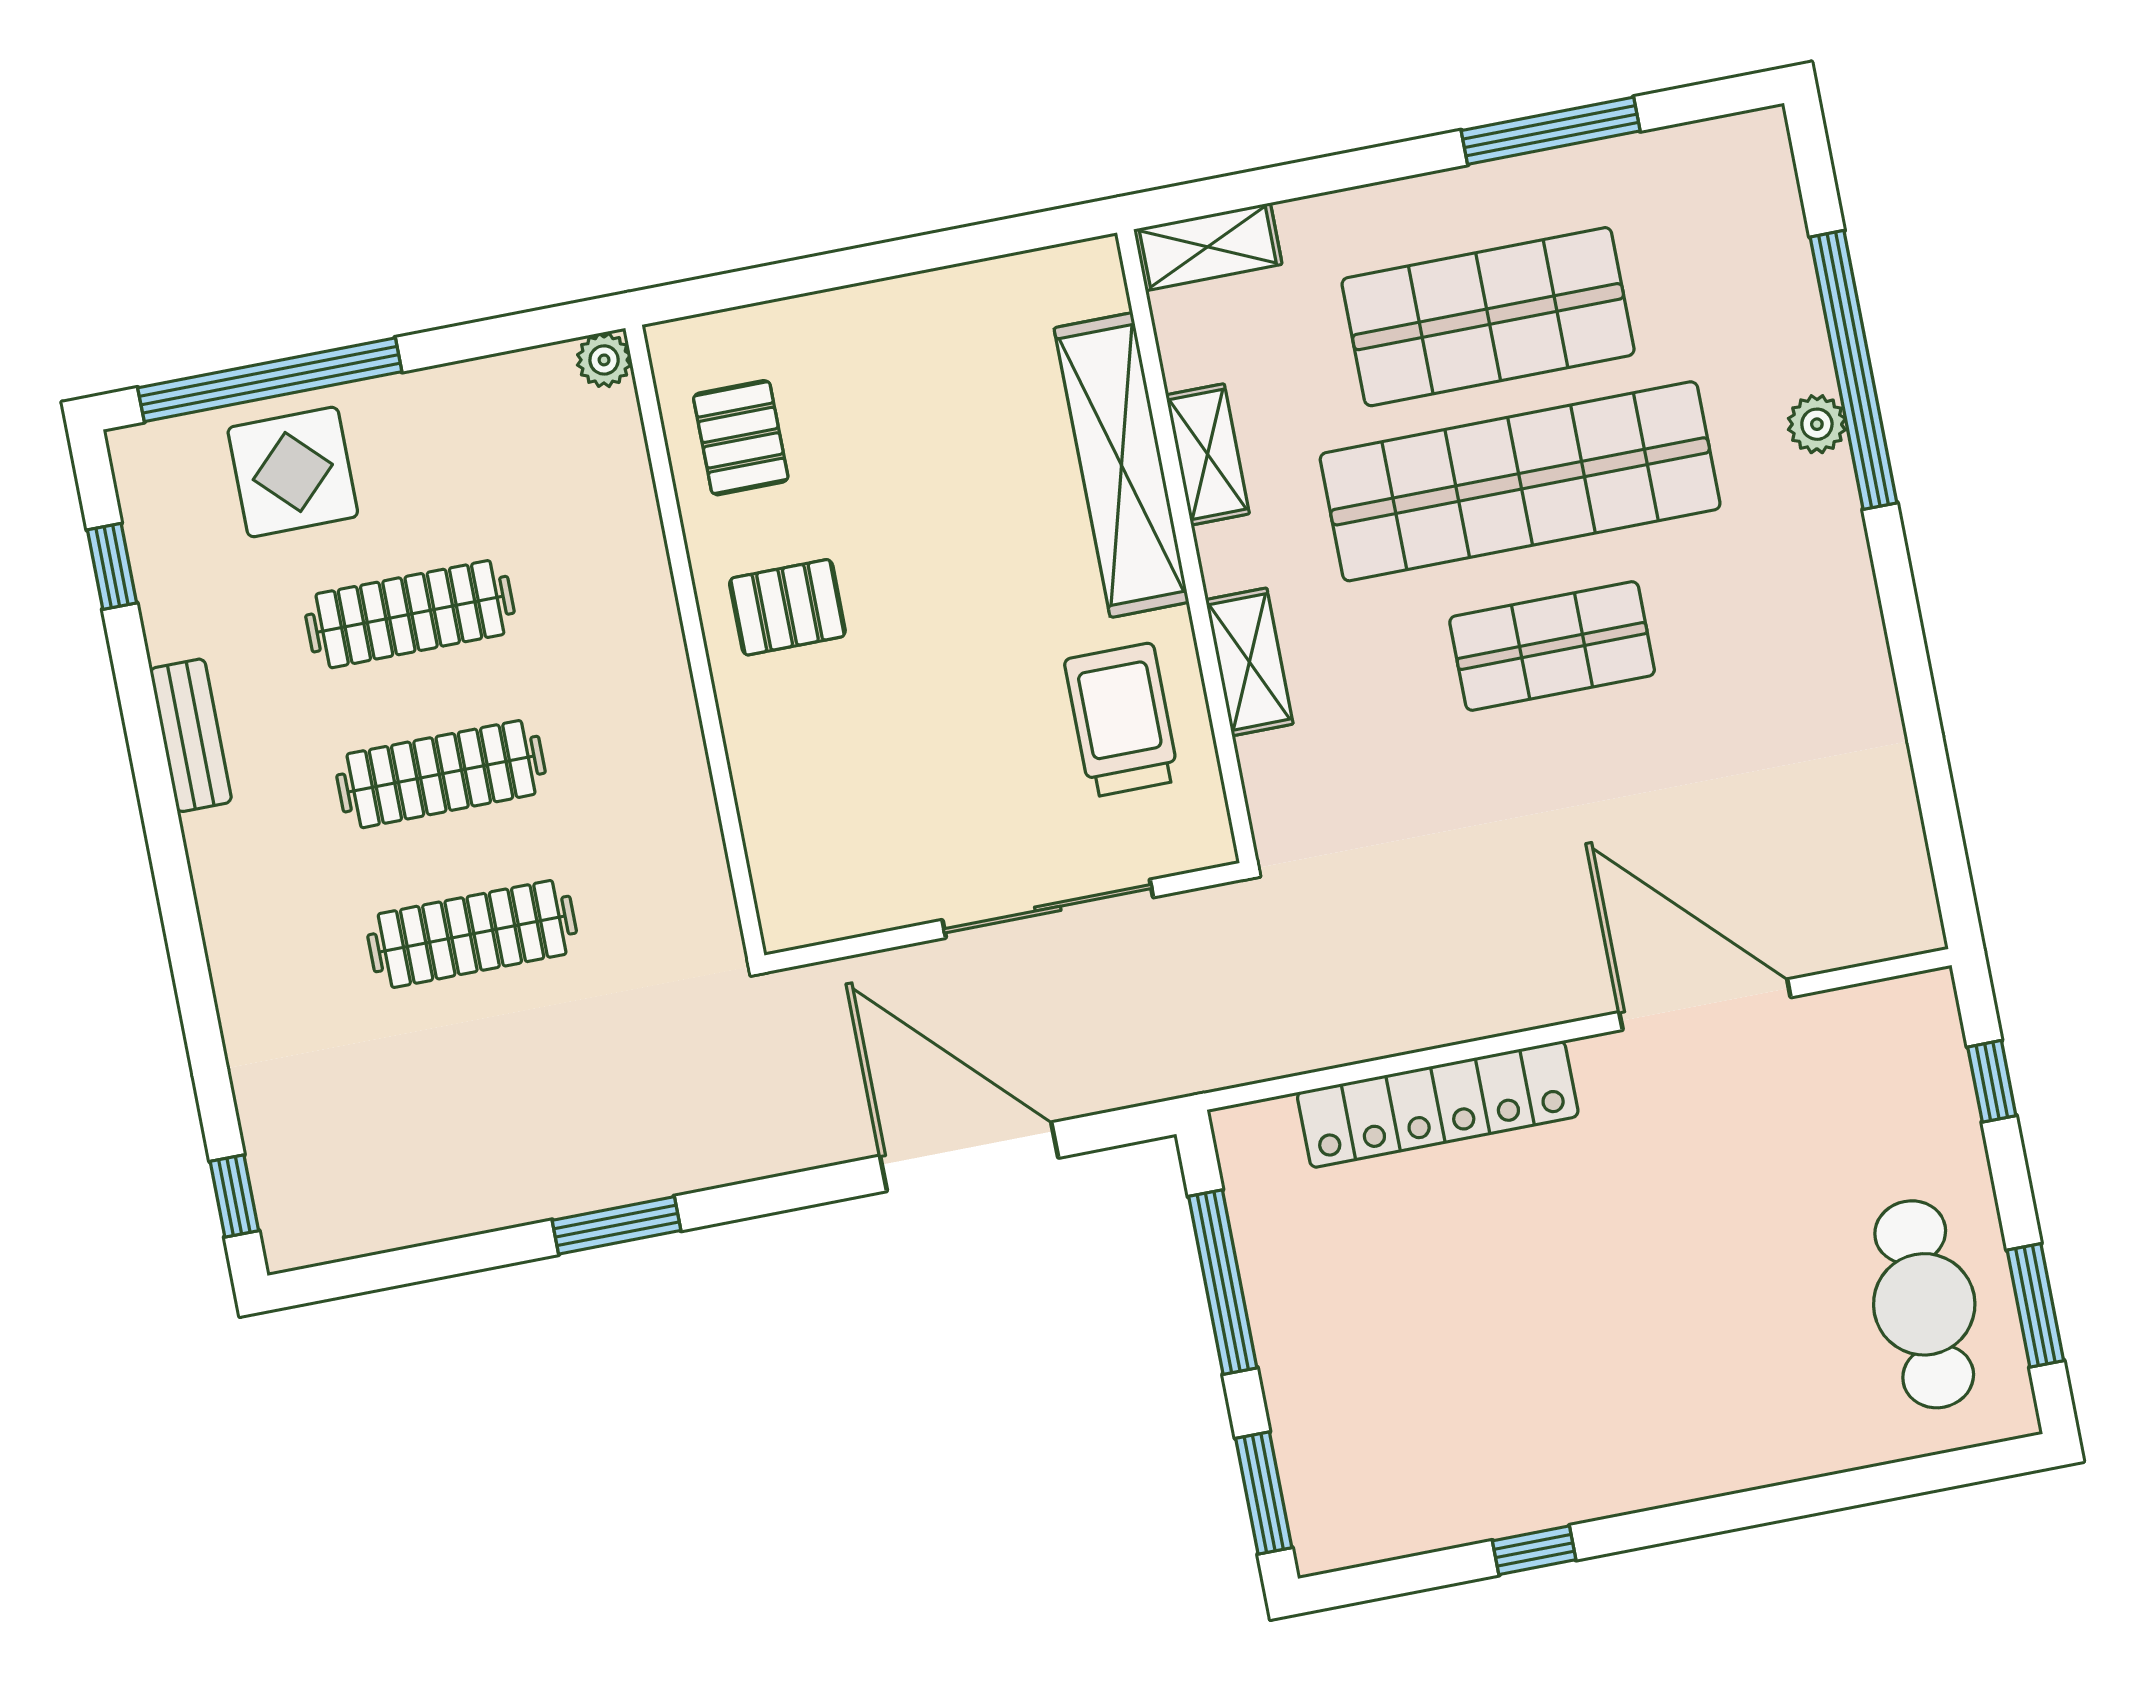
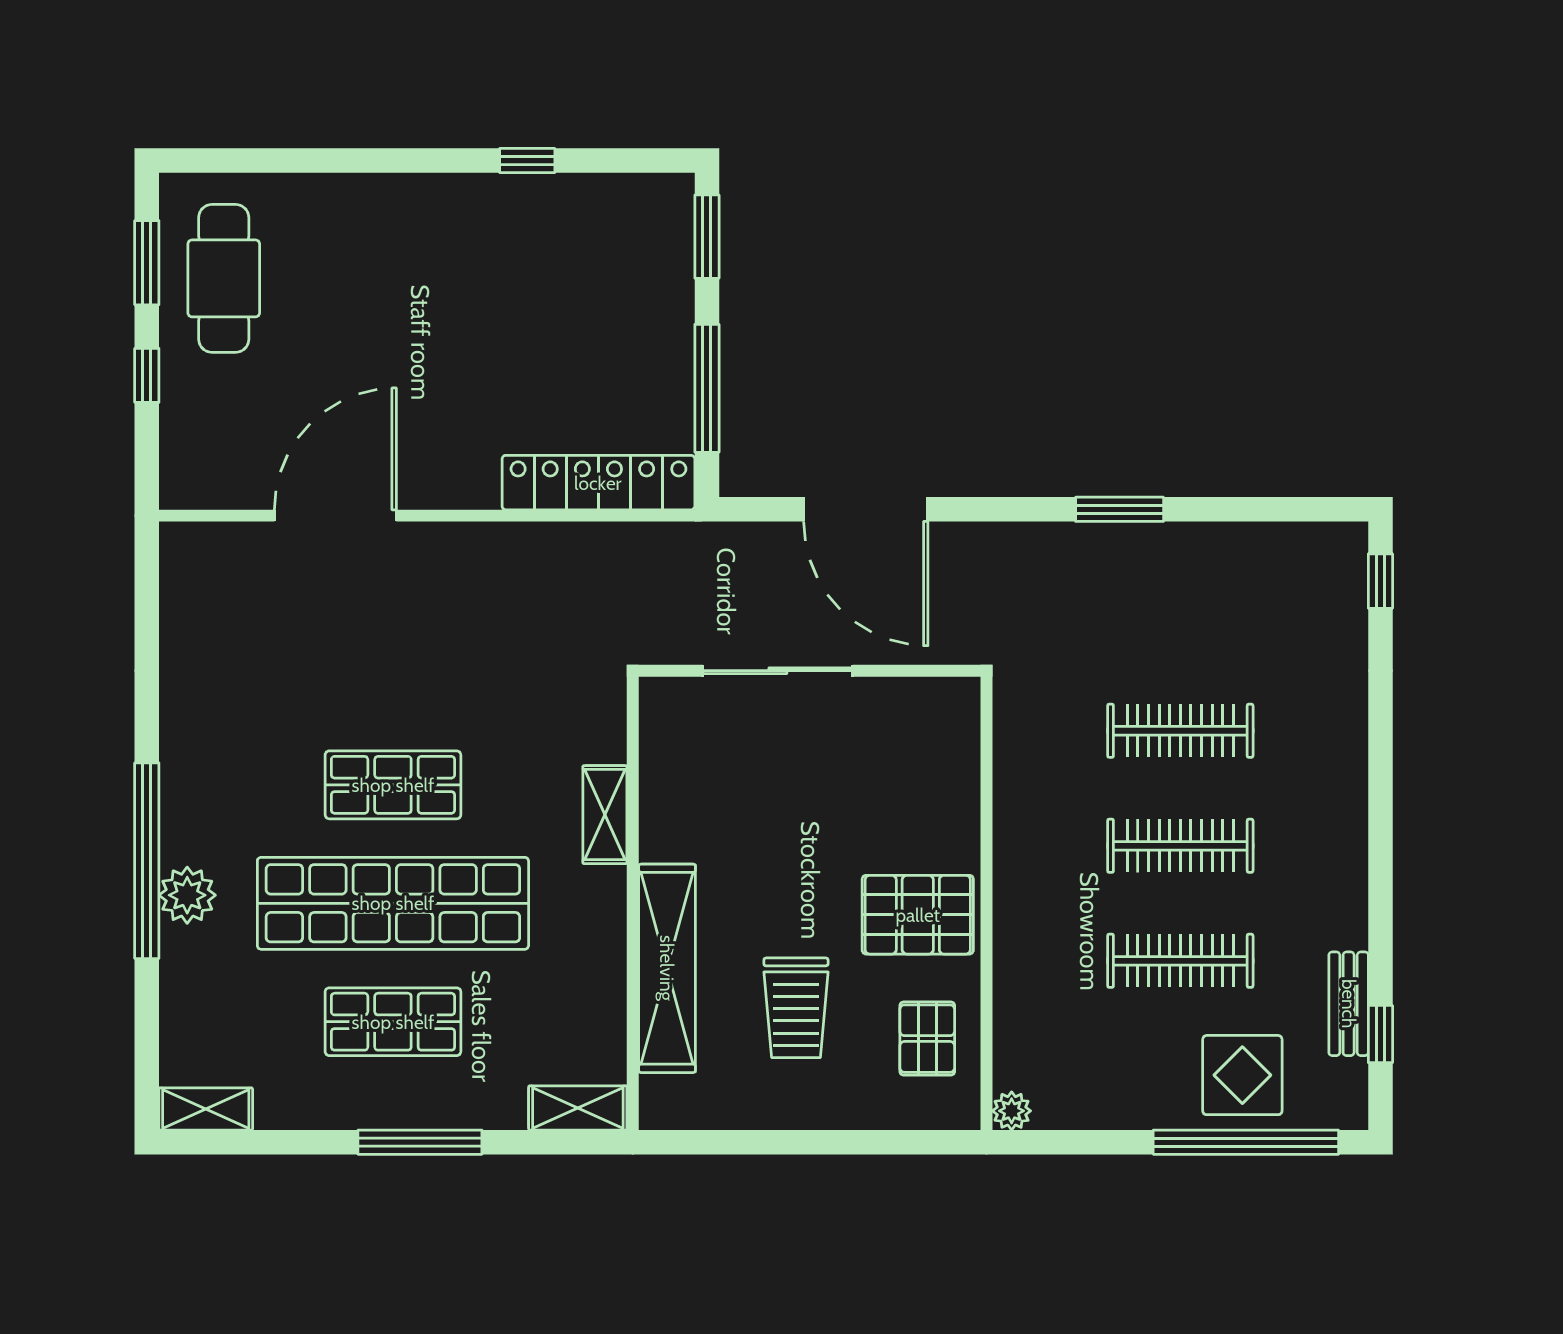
window: (1551, 131) -> (420, 1142), moved
shop shelf: (1488, 317) -> (393, 1022), width x0.70, depth x0.74
window: (1854, 370) -> (147, 861), moved
plant: (1817, 424) -> (187, 895), width x1.38, depth x1.38
shelving: (1208, 454) -> (206, 1109), moved, turned 90
pallet: (787, 607) -> (918, 915), width x1.50, depth x1.42
trolley: (1122, 720) -> (796, 1008), moved
bench: (191, 735) -> (1349, 1004), moved
door: (1705, 1005) -> (335, 516), swing flipped
window: (1992, 1081) -> (147, 375), moved
locker: (1438, 1104) -> (598, 483), moved

